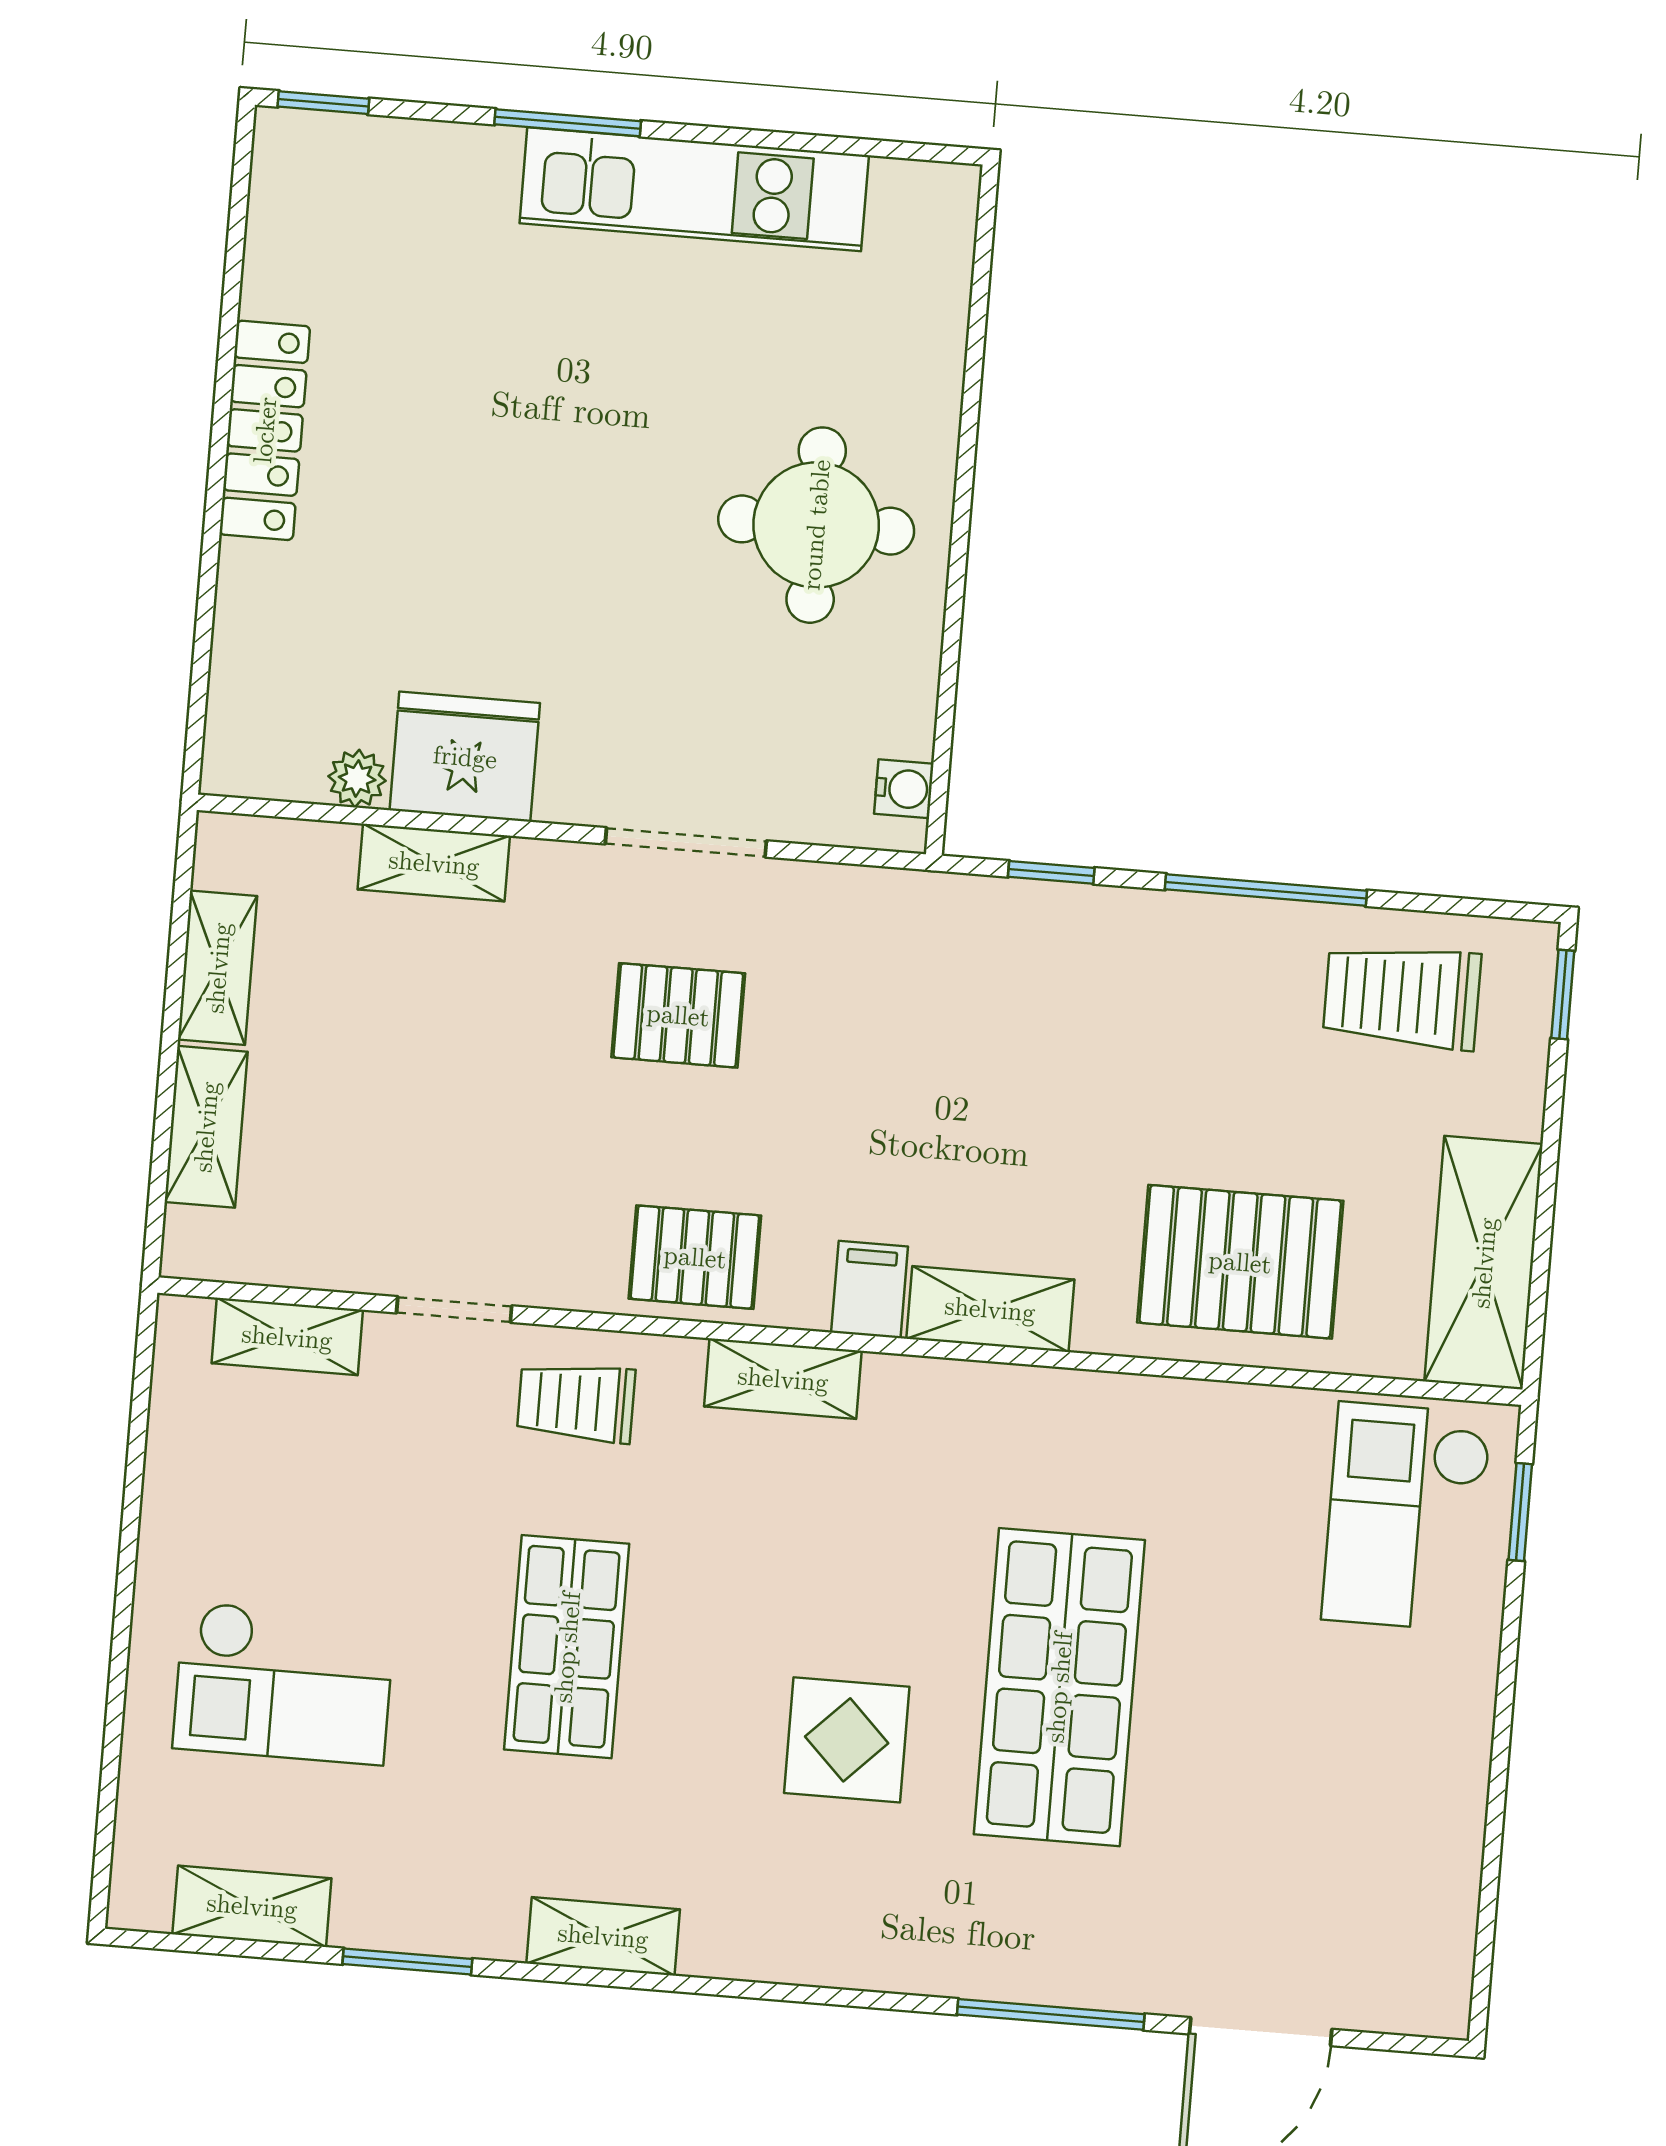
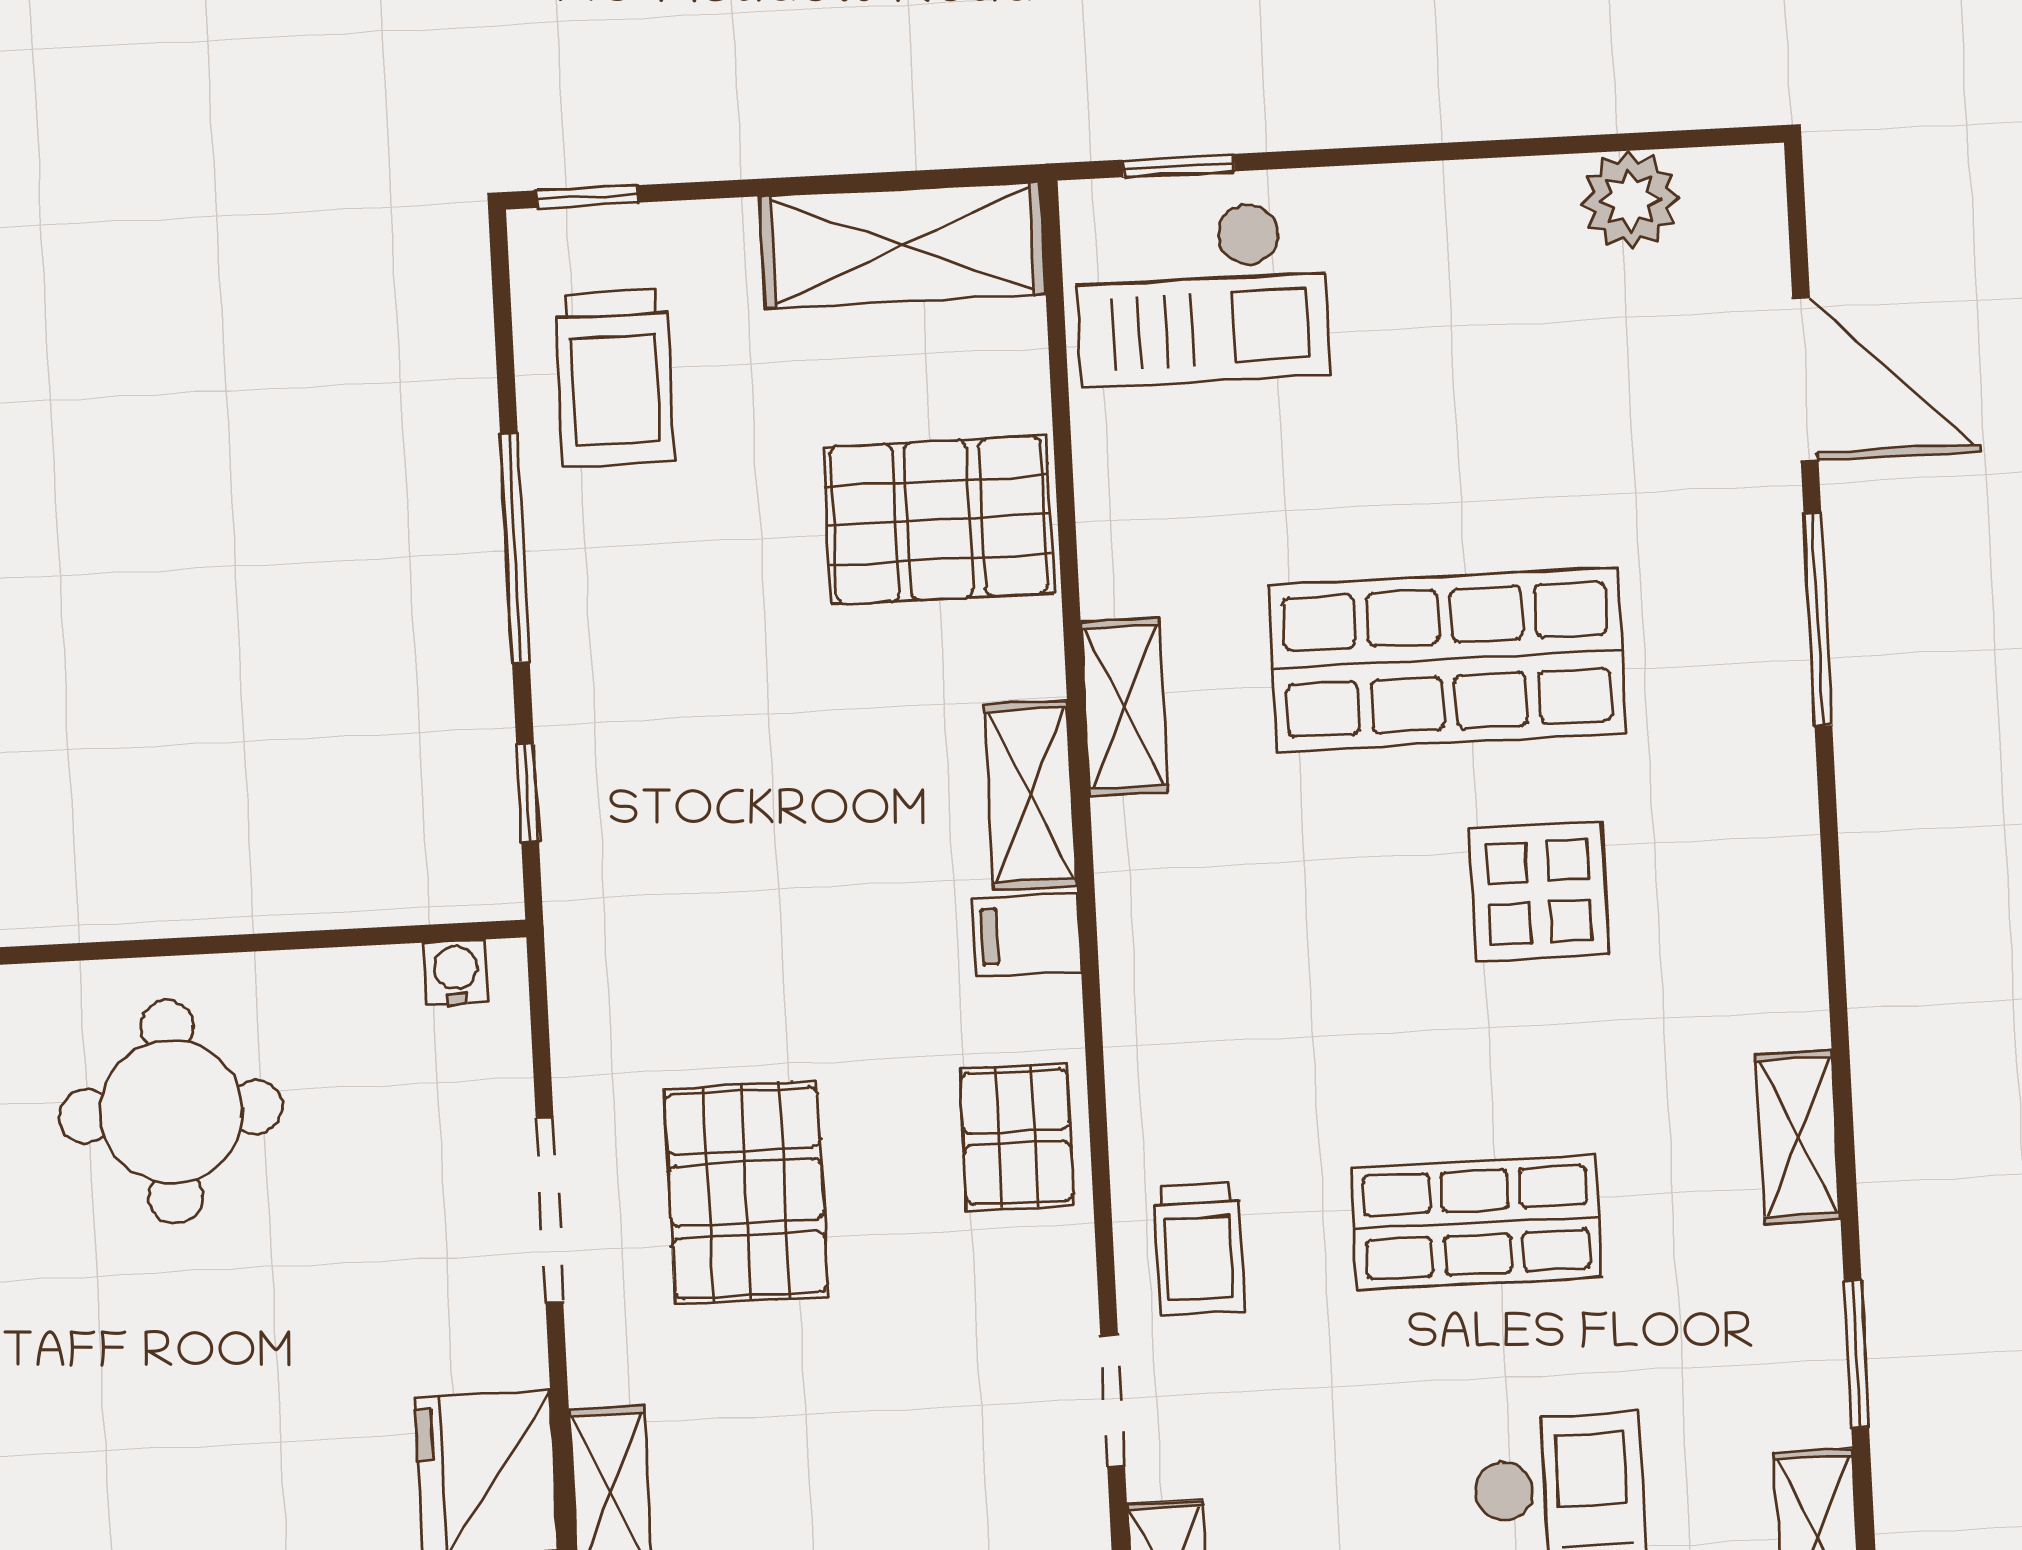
pallet: (678, 1015) -> (746, 1193), width x1.50, depth x1.42
pallet: (1240, 1262) -> (939, 520), turned 90
shelving: (783, 1379) -> (1124, 707), moved
plant: (1437, 1901) -> (1630, 200), added

